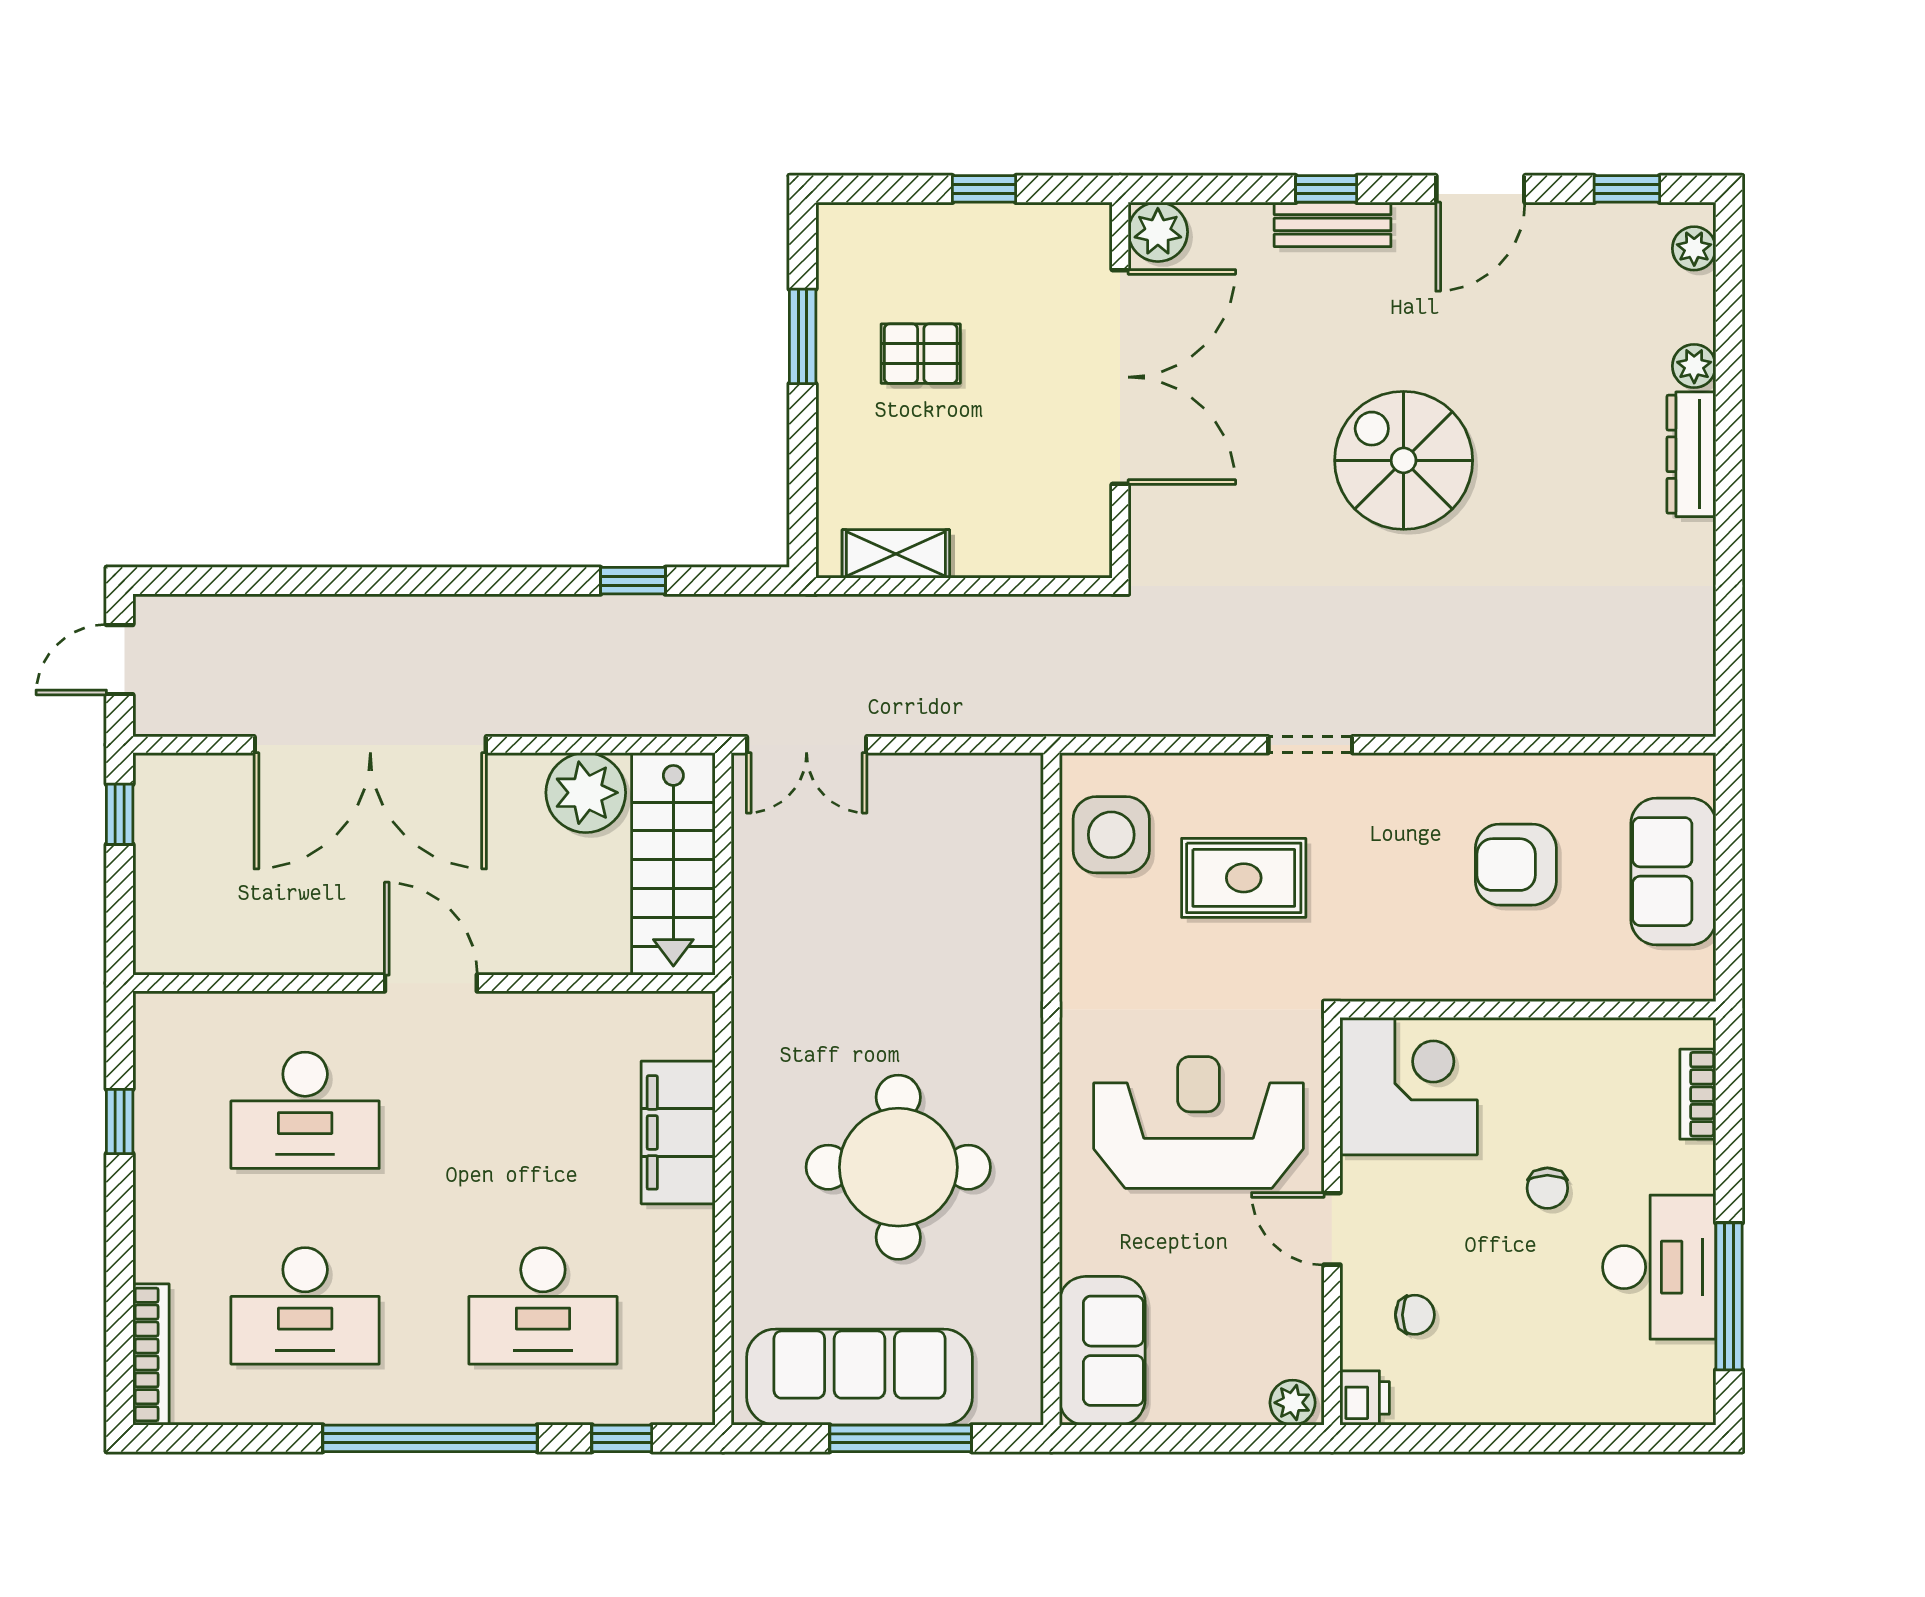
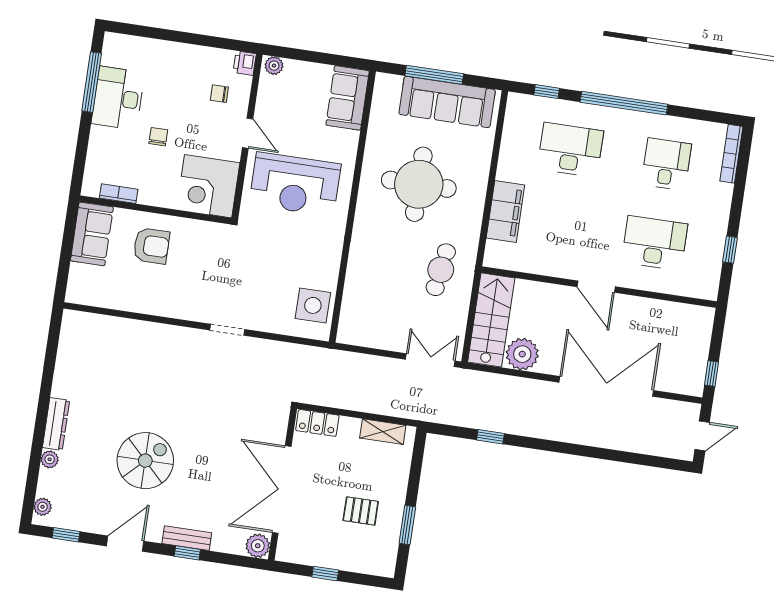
spiral stairs: (1404, 460) -> (145, 461), moved, turned -90
locker: (1058, 551) -> (317, 423), added
armchair: (1516, 865) -> (151, 246), moved
sofa: (1673, 872) -> (92, 234), moved
rug: (1244, 878) -> (262, 280), removed
cafe table: (814, 968) -> (441, 270), added
bookcase: (1698, 1094) -> (119, 194), moved, turned -90
desk: (305, 1306) -> (666, 164), width x0.73

